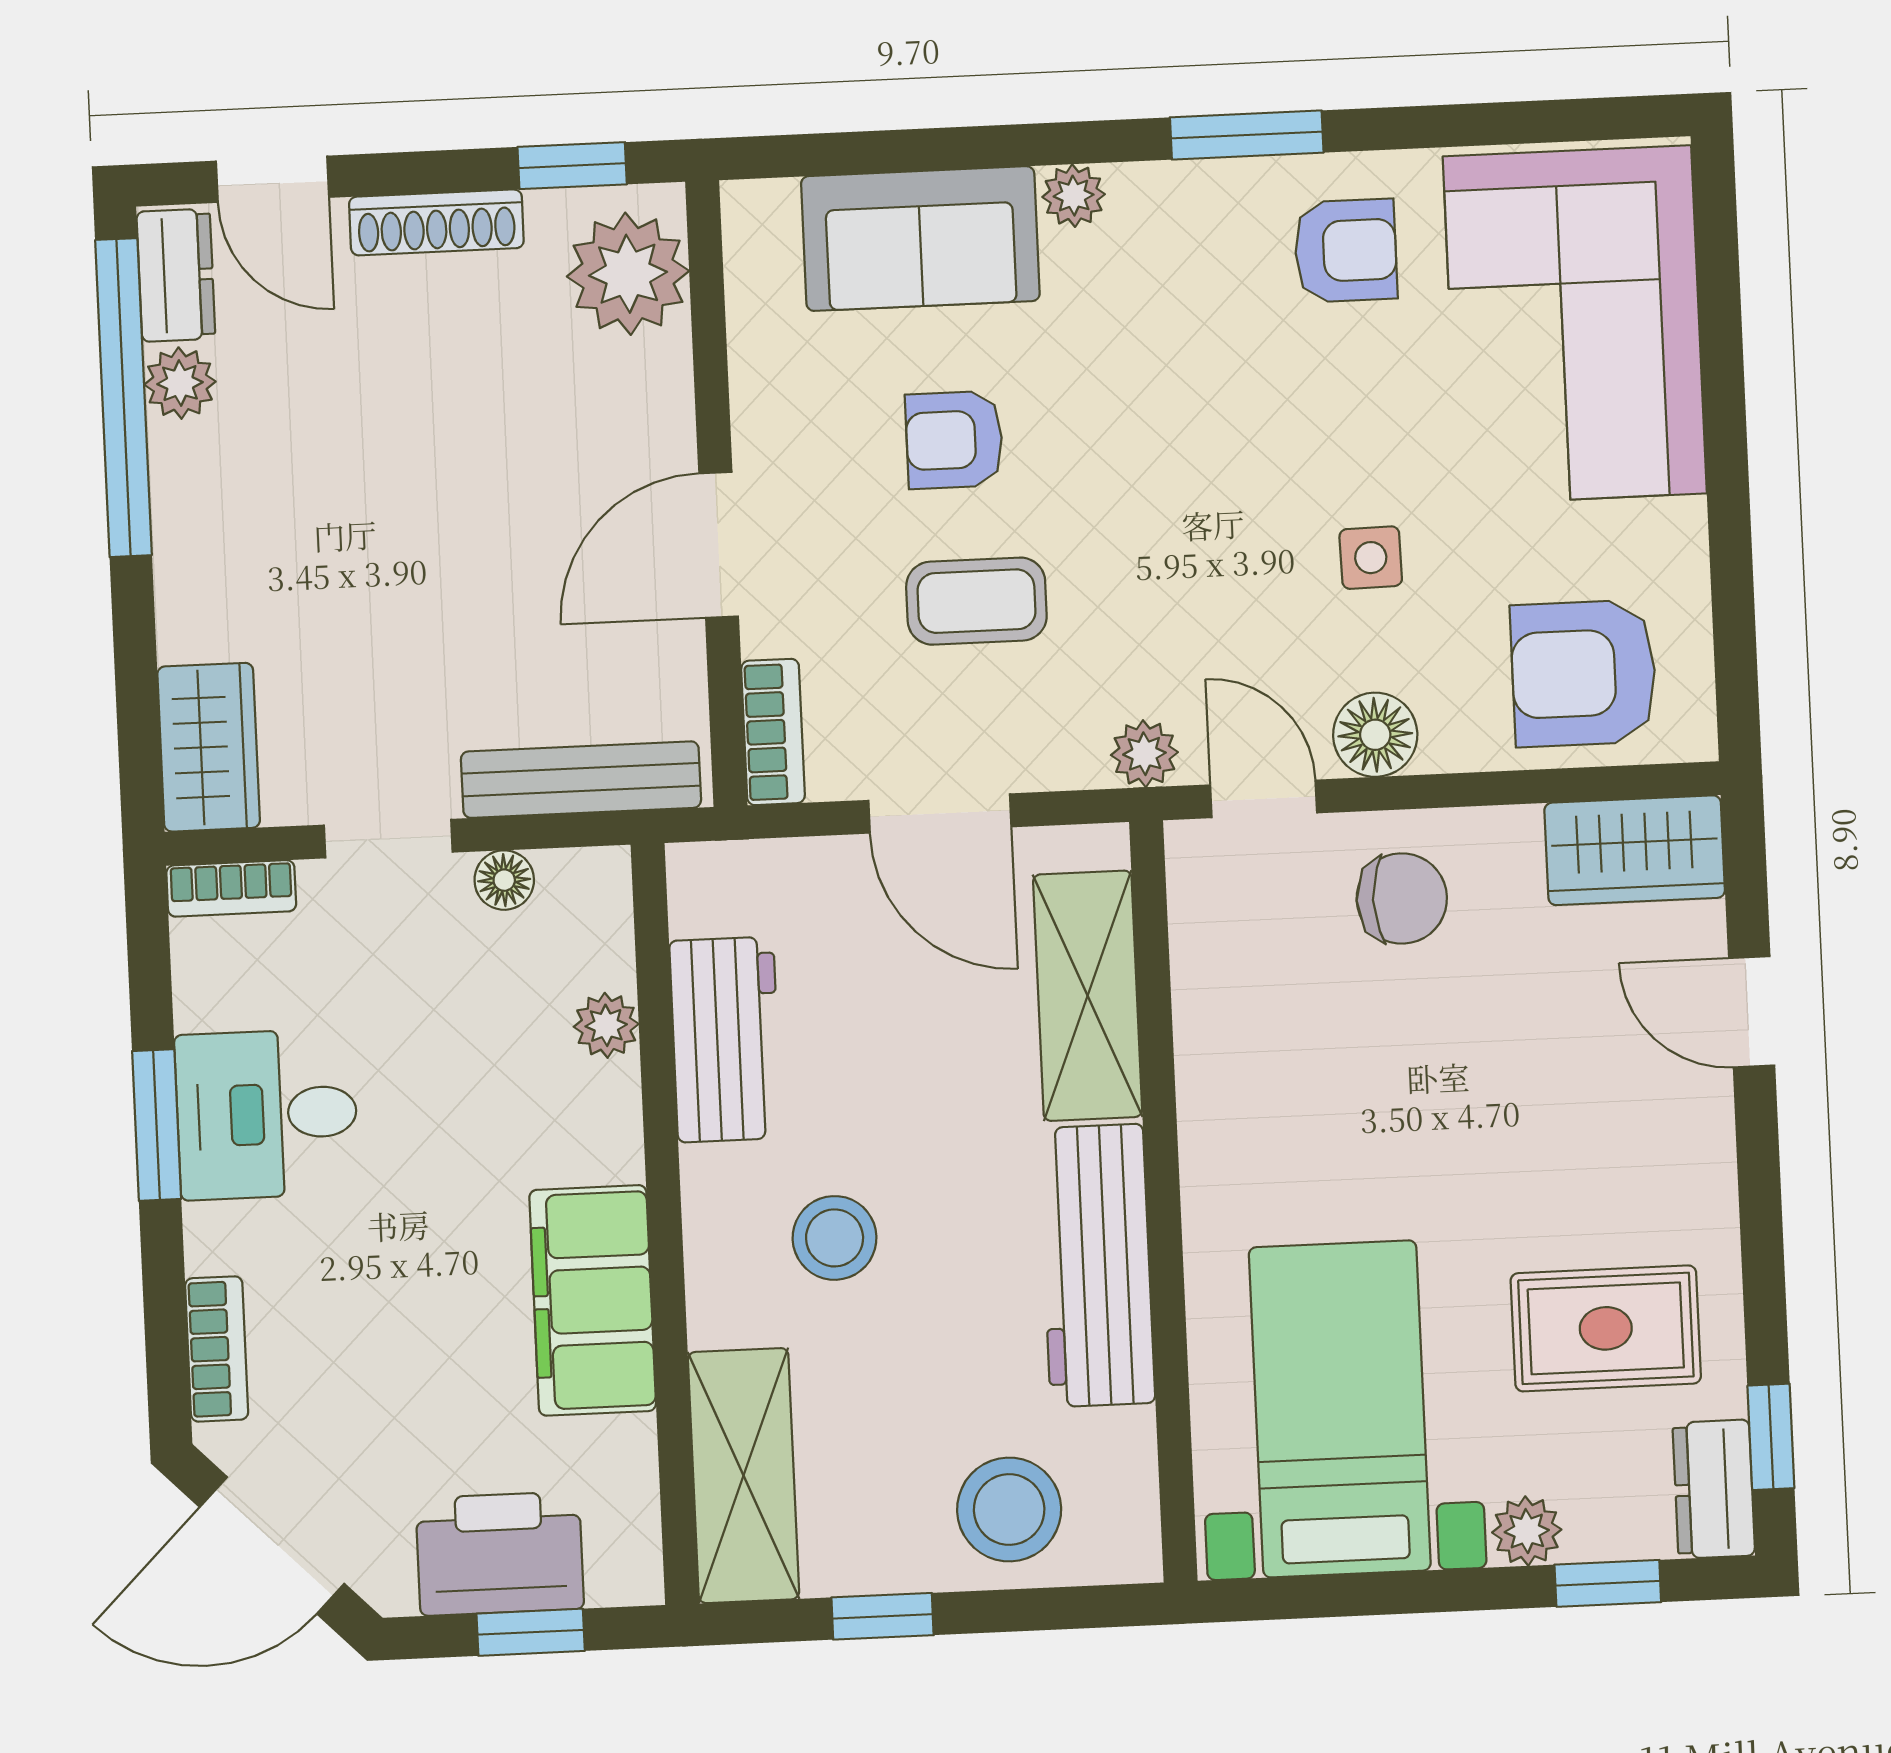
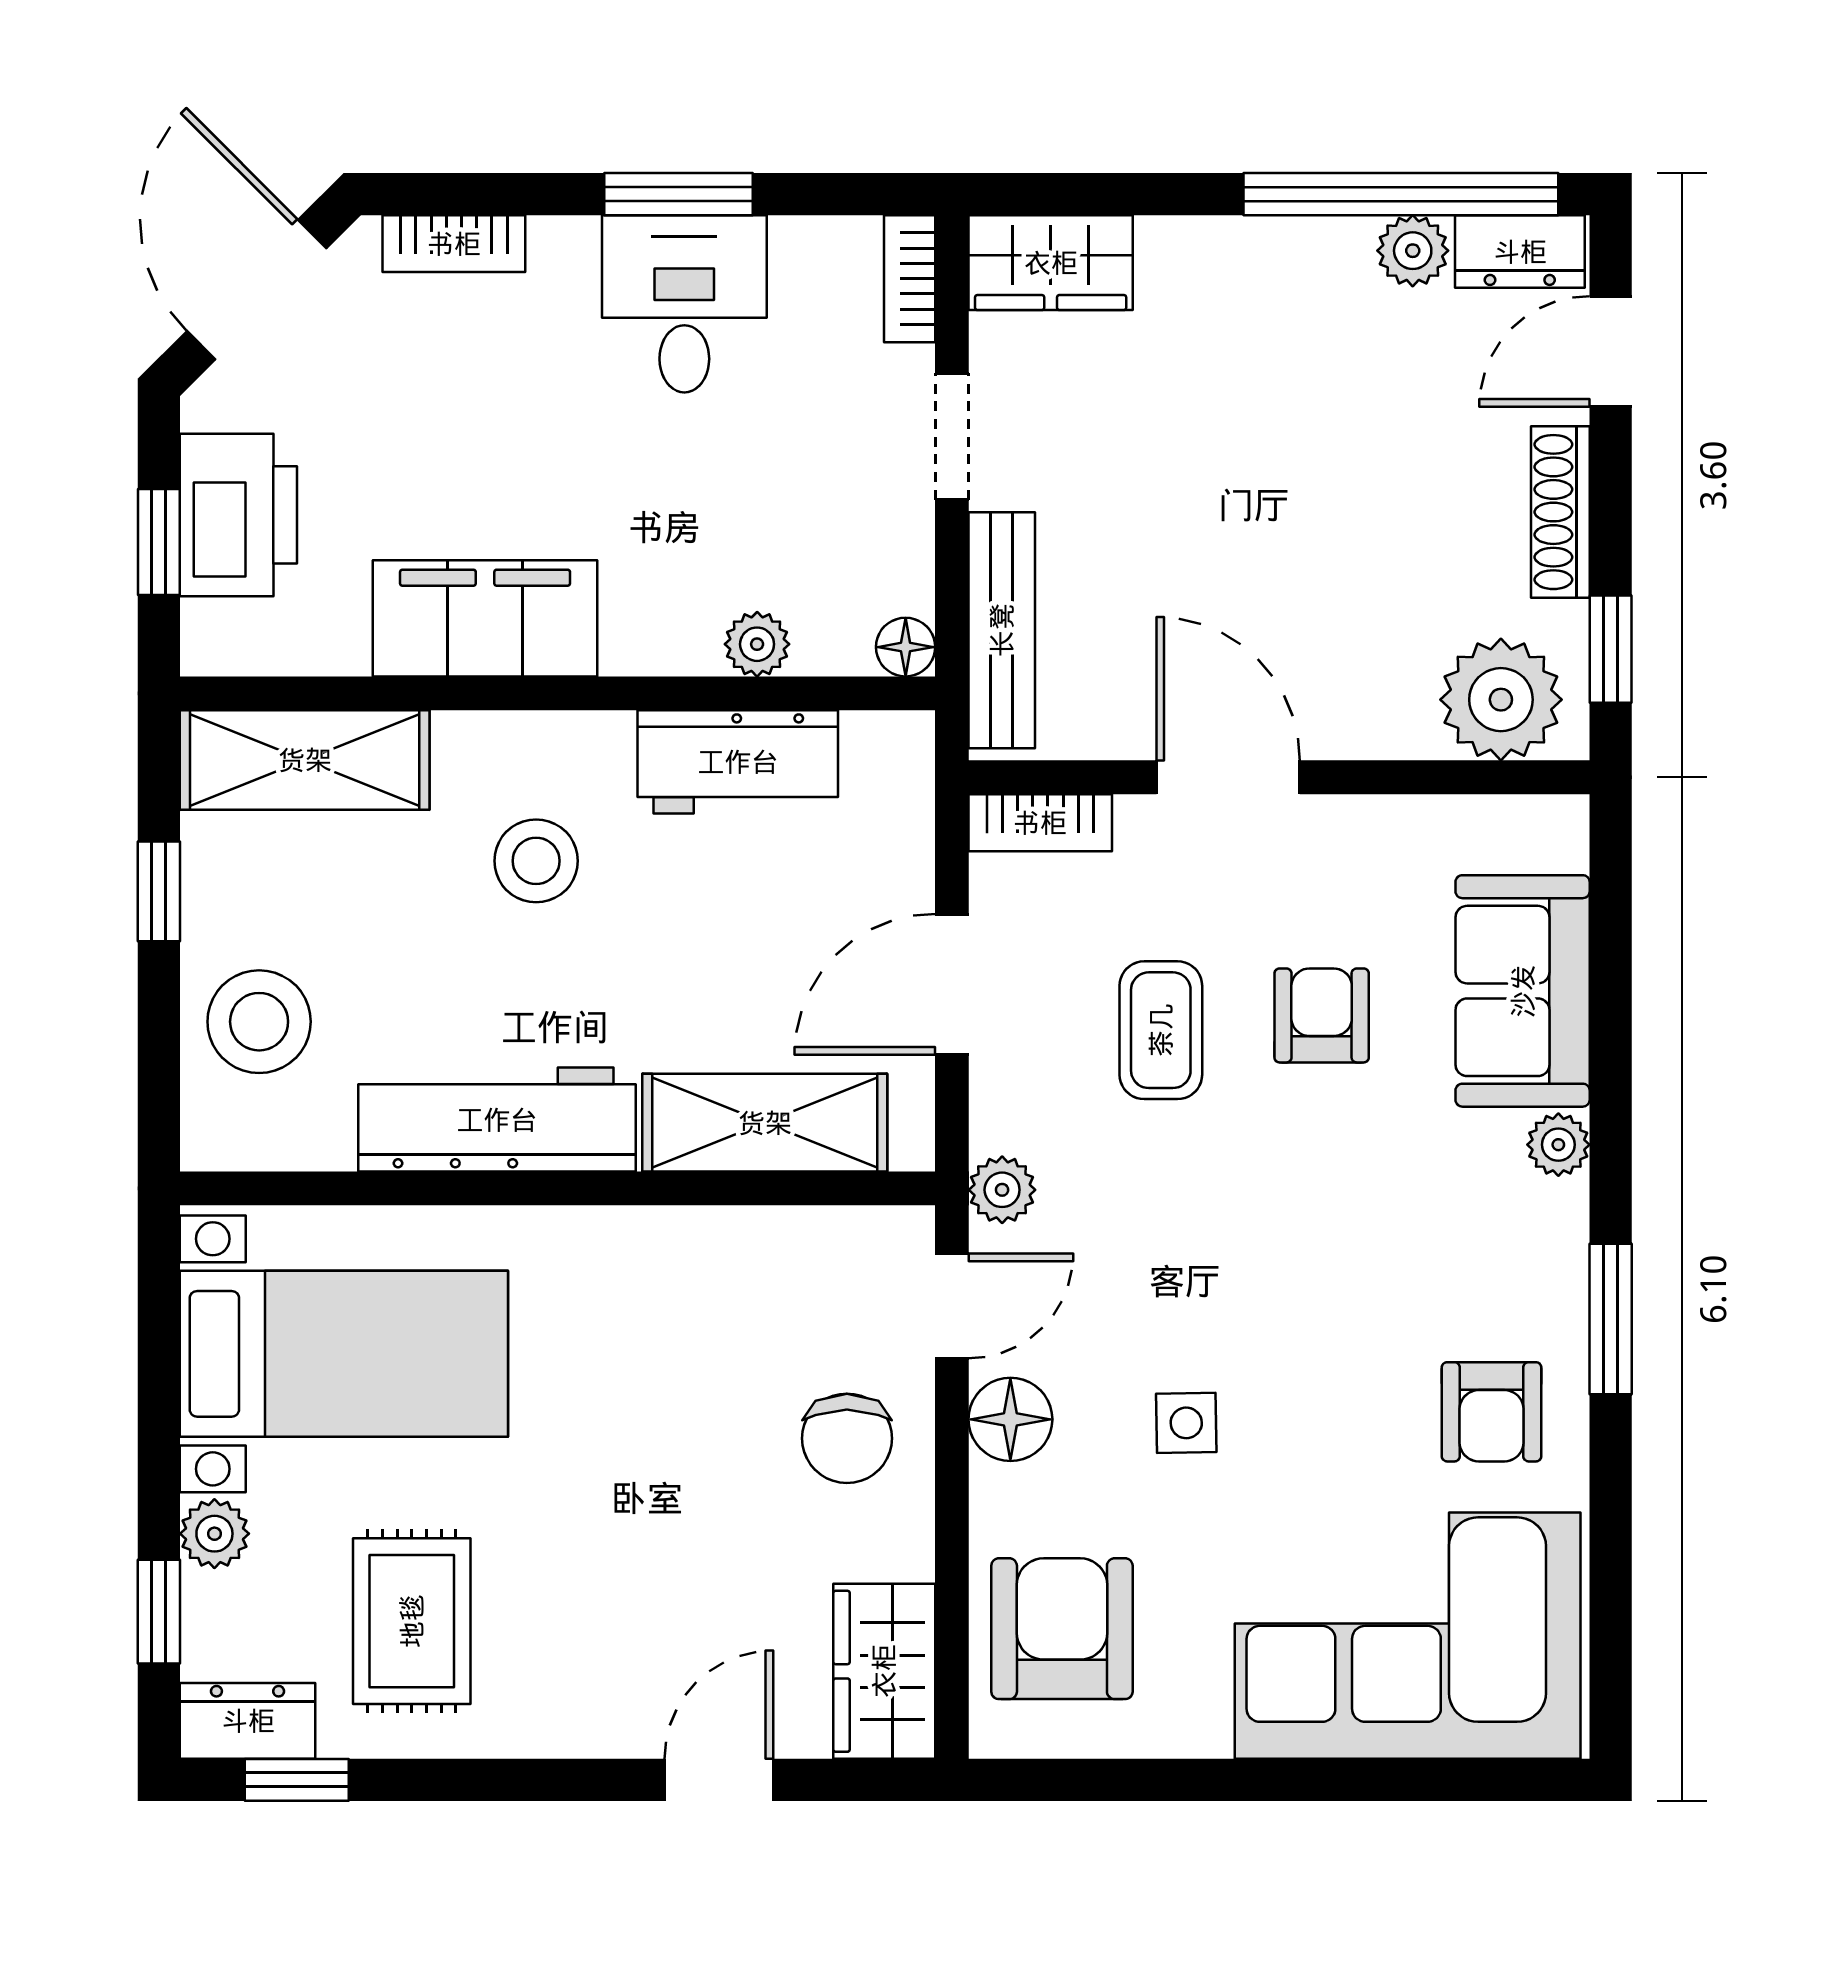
floor lamp: (504, 880) -> (906, 647), moved

